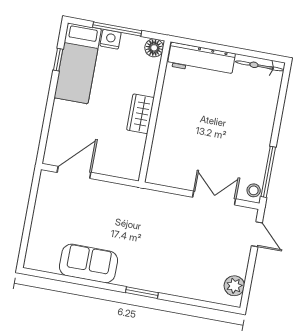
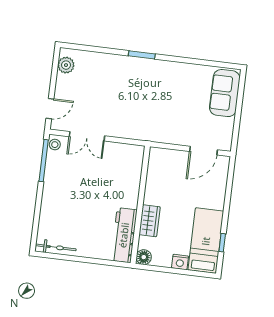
window: (117, 29) -> (175, 271), removed
workbench: (201, 60) -> (124, 235), moved, turned -90
wardrobe: (140, 114) -> (150, 221), moved
door: (257, 234) -> (50, 109), swing flipped
sofa: (89, 264) -> (225, 93), moved, turned 90

